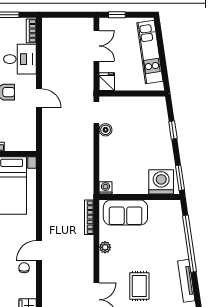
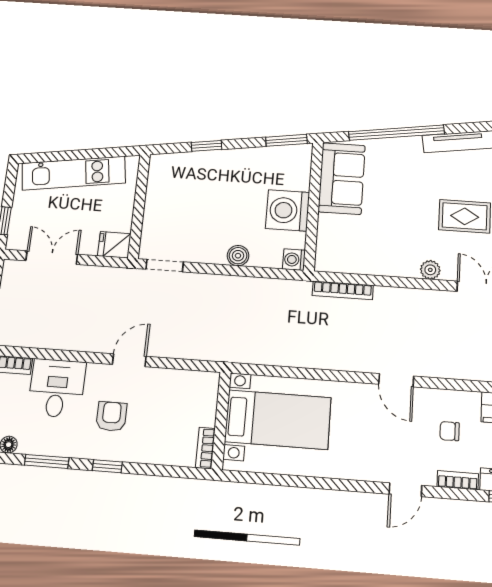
boiler: (106, 130) -> (238, 256), moved
washing machine: (161, 182) -> (288, 210), moved
sofa: (125, 213) -> (342, 178), moved
plant: (105, 247) -> (430, 270), moved
chair: (24, 268) -> (450, 431), moved

